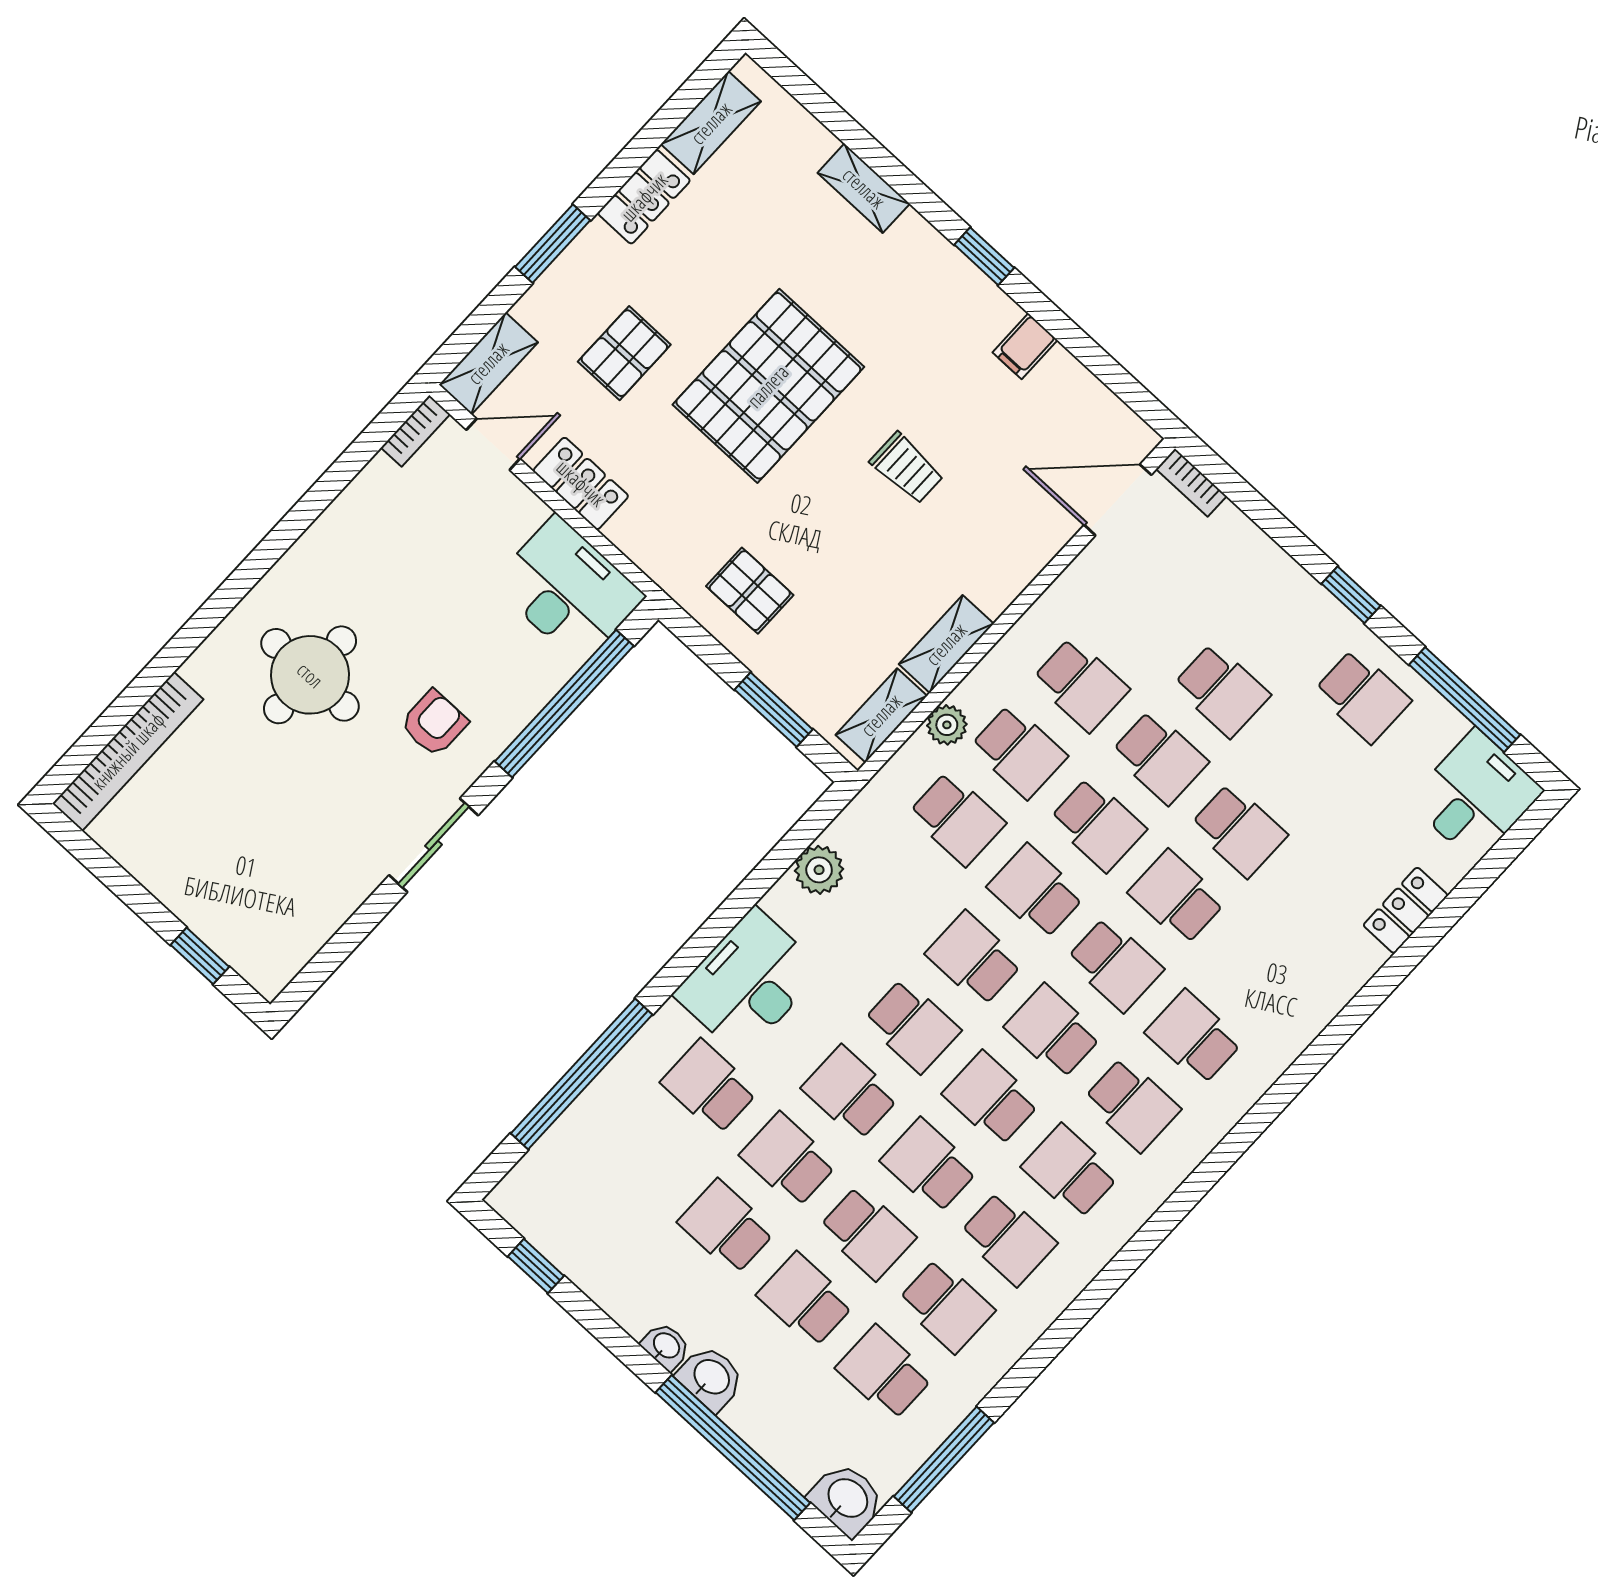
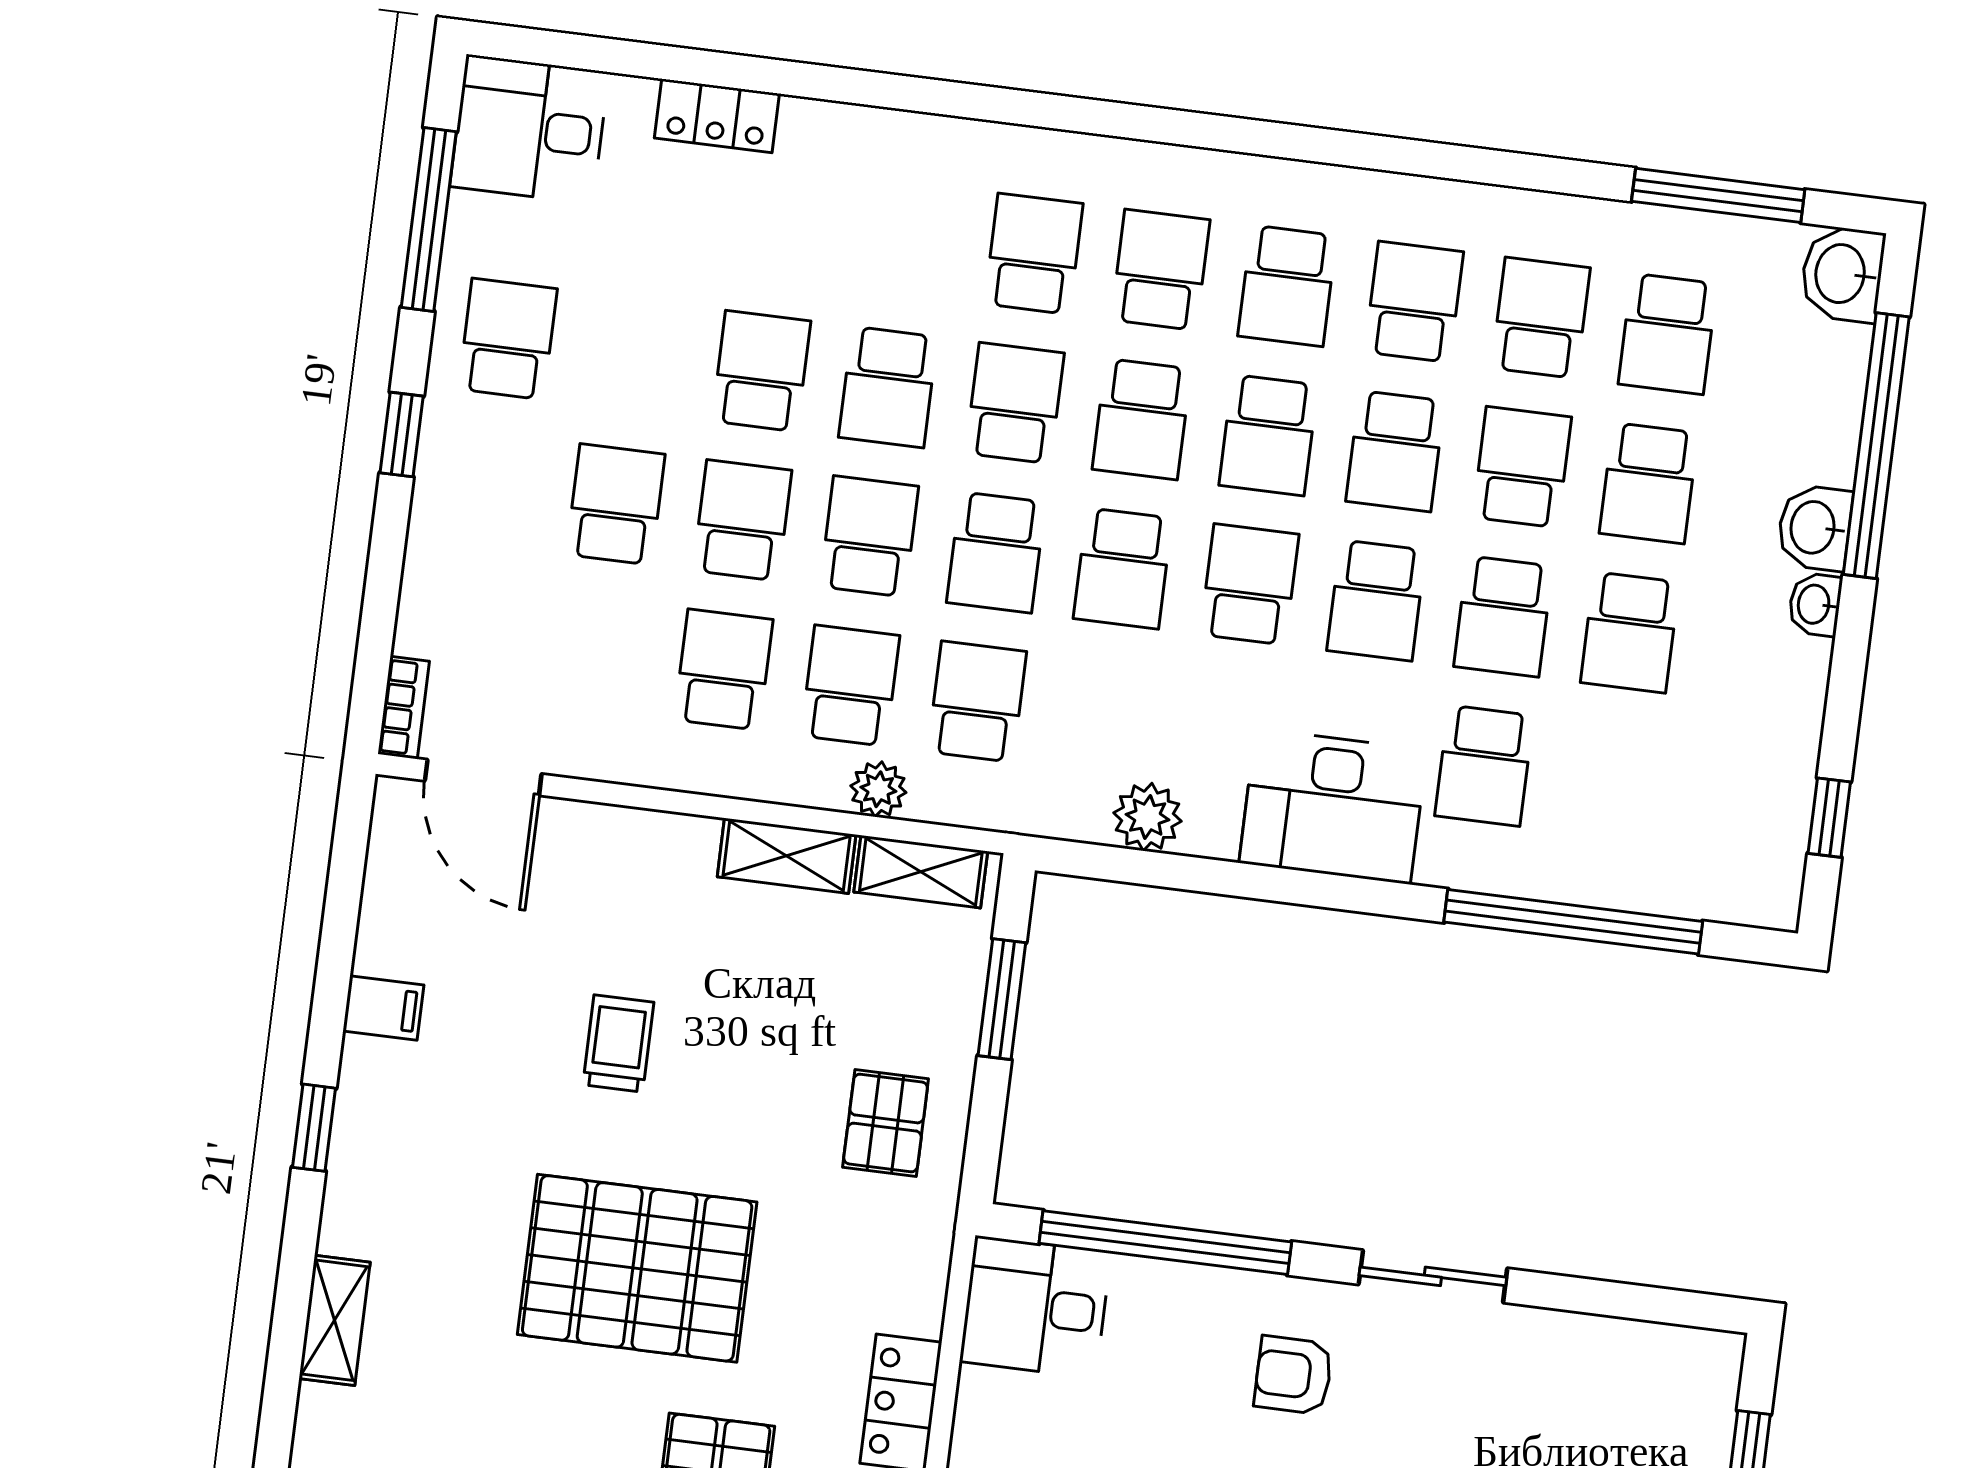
desk: (568, 590) -> (1035, 1307), width x0.73
school desk: (1194, 1037) -> (1034, 254), turned 180

